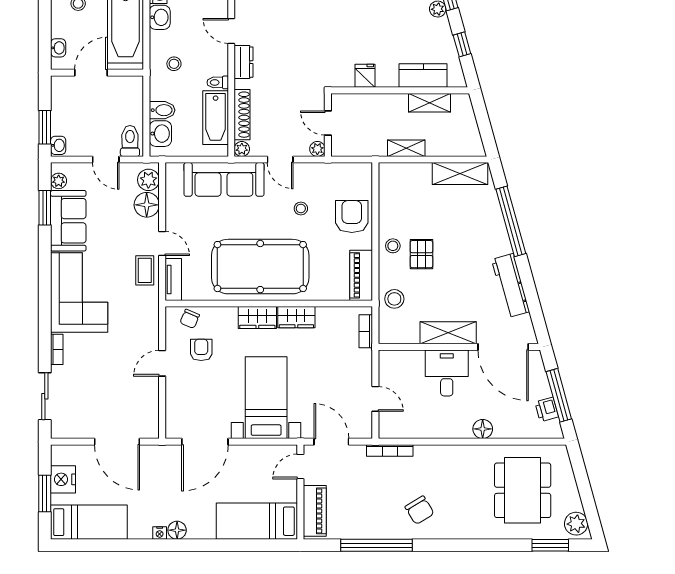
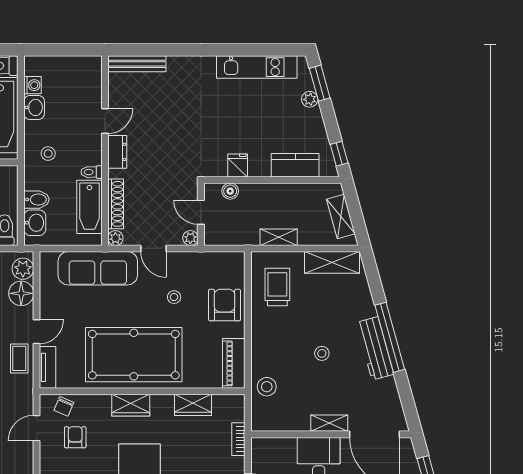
door: (231, 31) -> (105, 121), swing flipped
window: (462, 44) -> (339, 154), moved
boiler: (357, 102) -> (230, 191), added
shelving: (430, 103) -> (341, 217), moved, turned 75
trolley: (405, 198) -> (277, 287), added
window: (511, 221) -> (390, 337), moved
door: (162, 243) -> (37, 332), hinge flipped
stool: (393, 246) -> (322, 353), moved
pallet: (421, 254) -> (294, 342), removed
workbench: (511, 286) -> (375, 348), moved
wardrobe: (296, 317) -> (193, 405), moved
bookcase: (366, 331) -> (238, 439), moved
shelving: (448, 333) -> (329, 423), width x0.67, depth x0.75
door: (162, 363) -> (37, 428), moved

